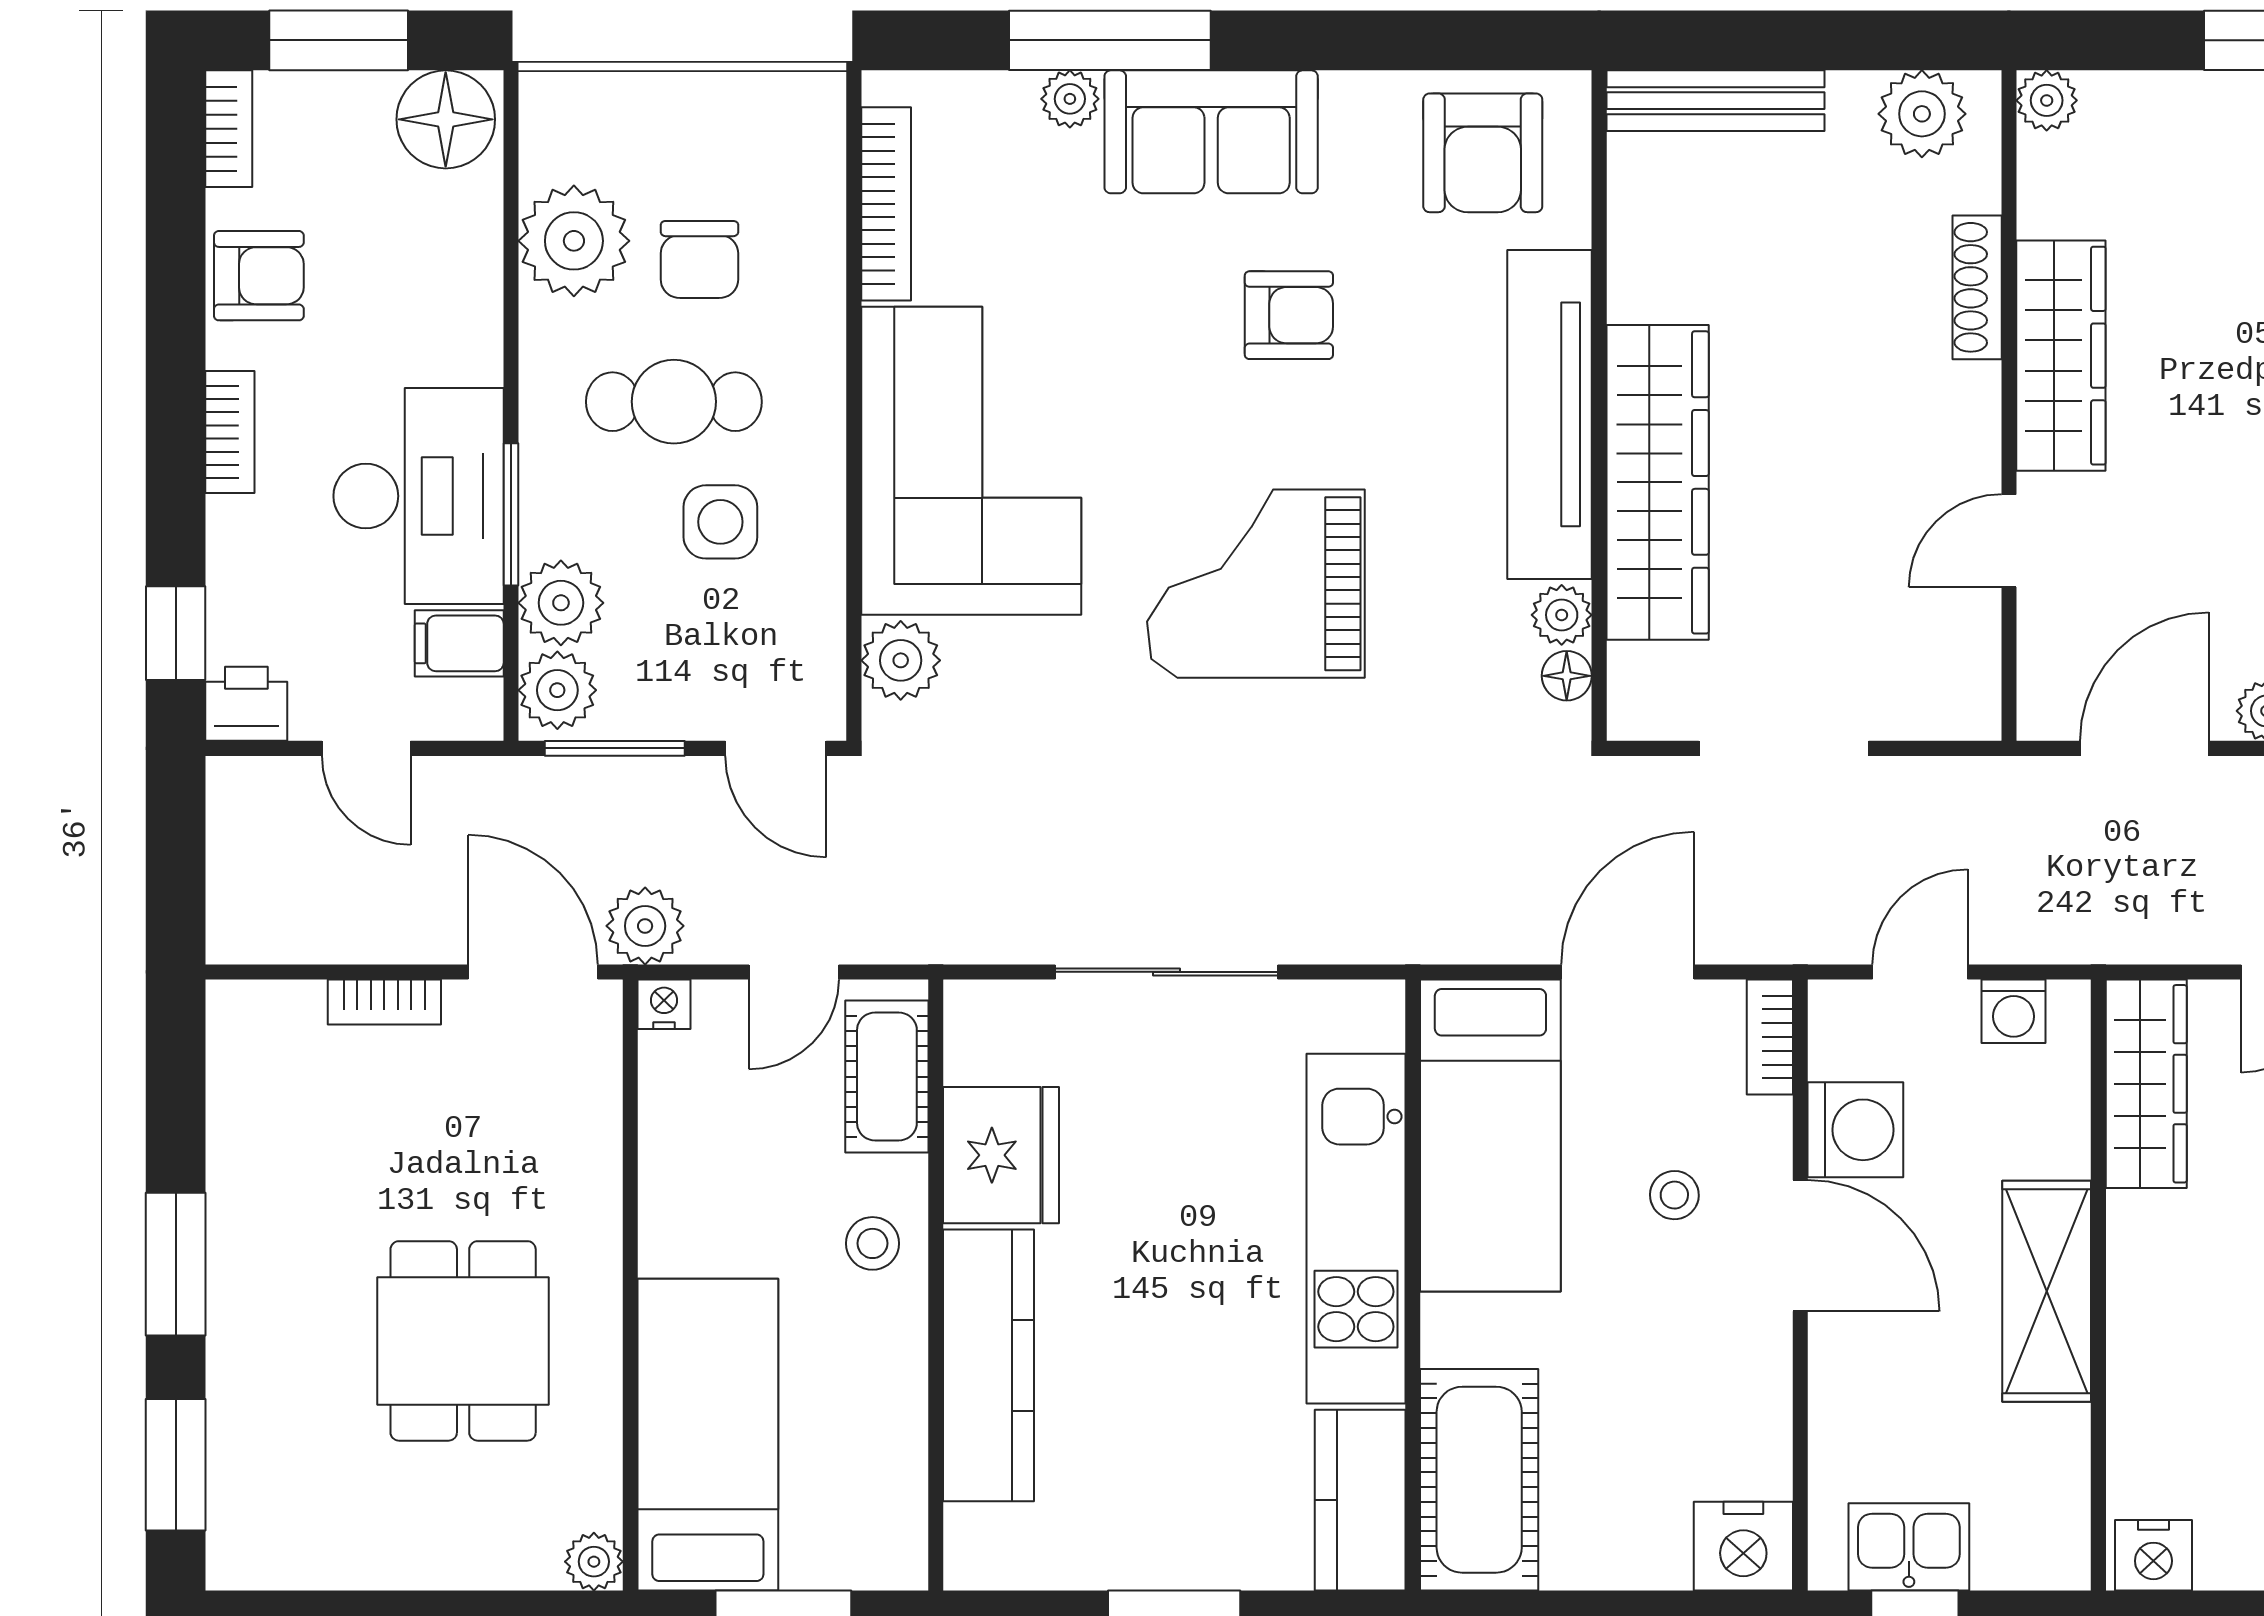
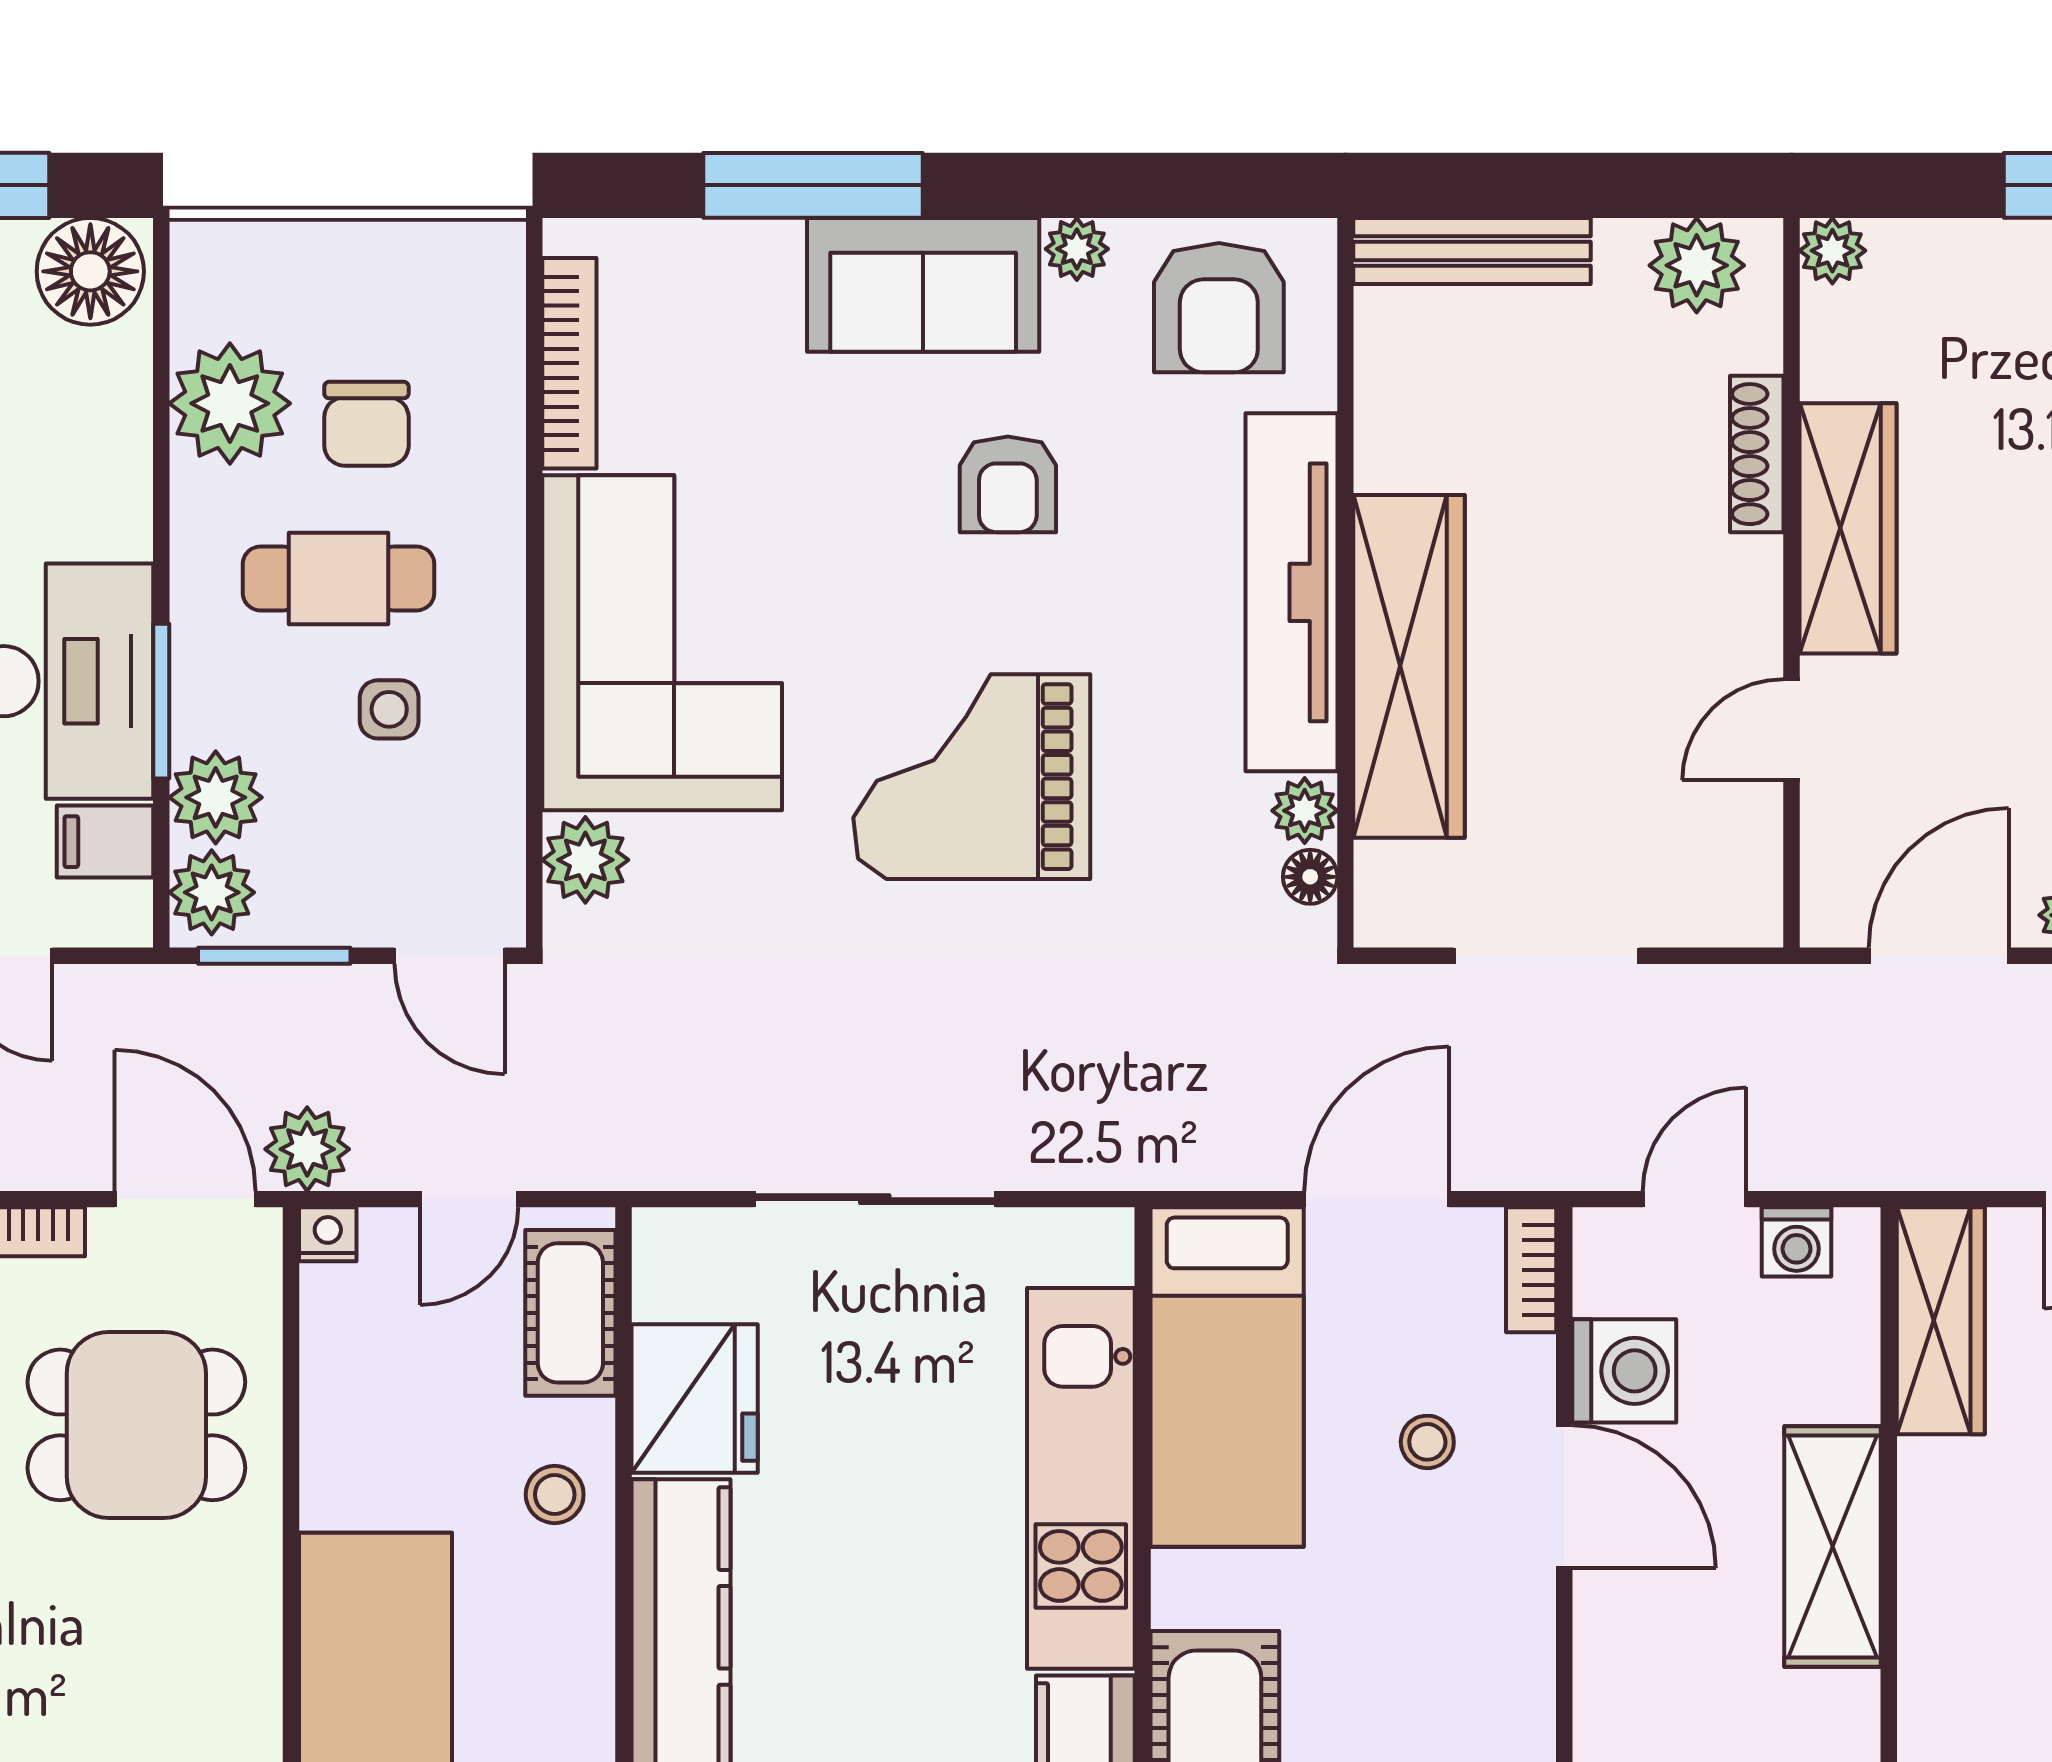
plant: (1070, 99) -> (1077, 249), moved
armchair: (1289, 315) -> (1008, 484), turned 90
side table: (720, 522) -> (389, 709), width x0.73, depth x0.73
dining table: (463, 1341) -> (136, 1425), moved, turned 90

